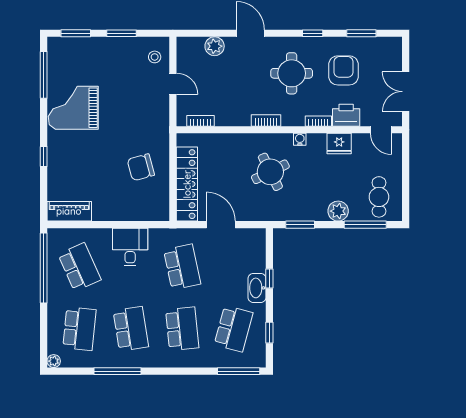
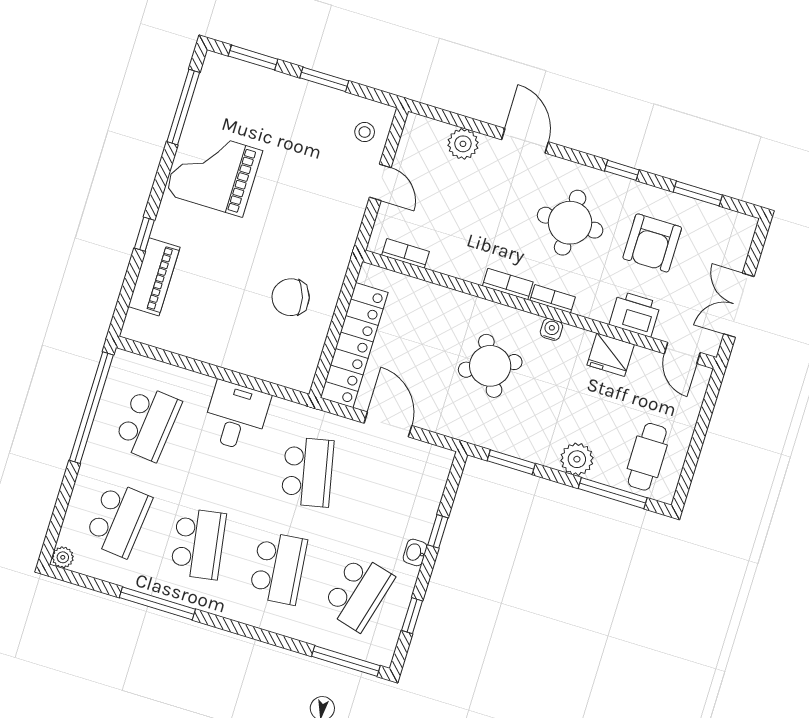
armchair: (344, 70) -> (652, 243), turned 180
bookcase: (318, 121) -> (553, 299), moved
piano: (69, 211) -> (154, 277), moved, turned 90
school desk: (79, 267) -> (148, 423), turned 30
washbasin: (257, 288) -> (415, 552), width x0.52, depth x0.69

